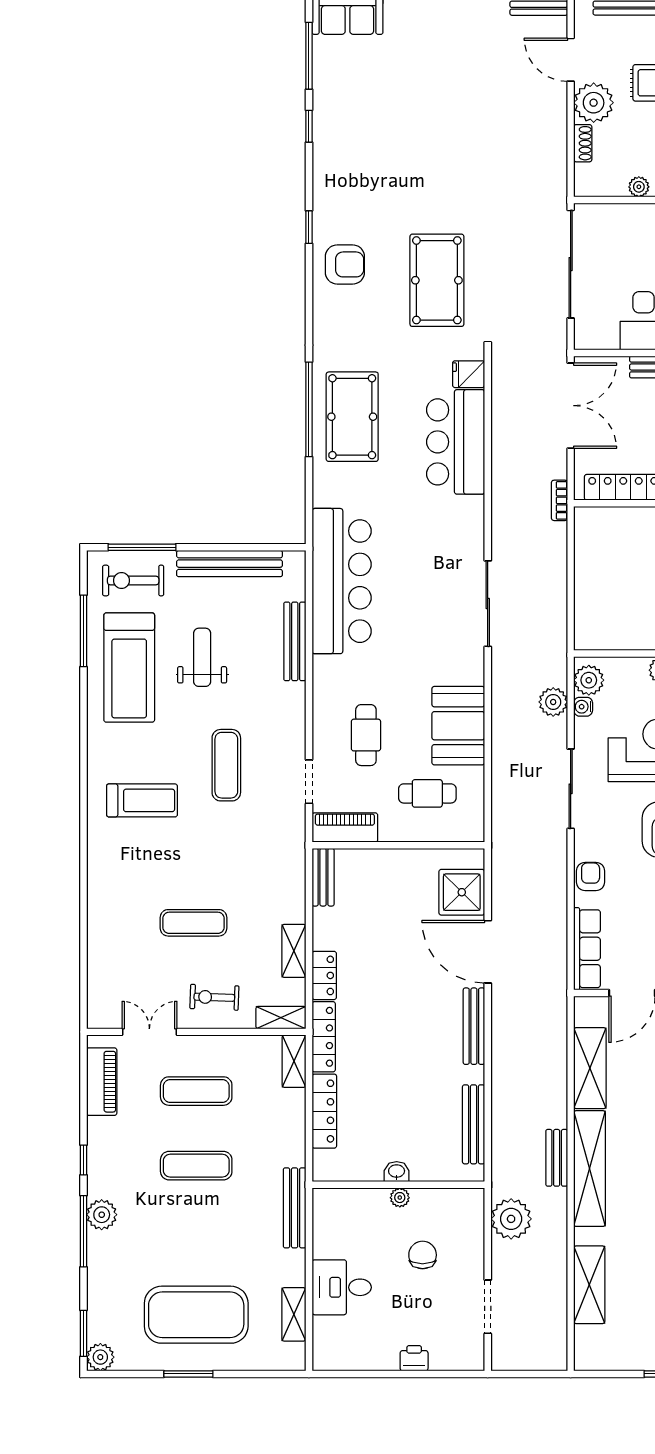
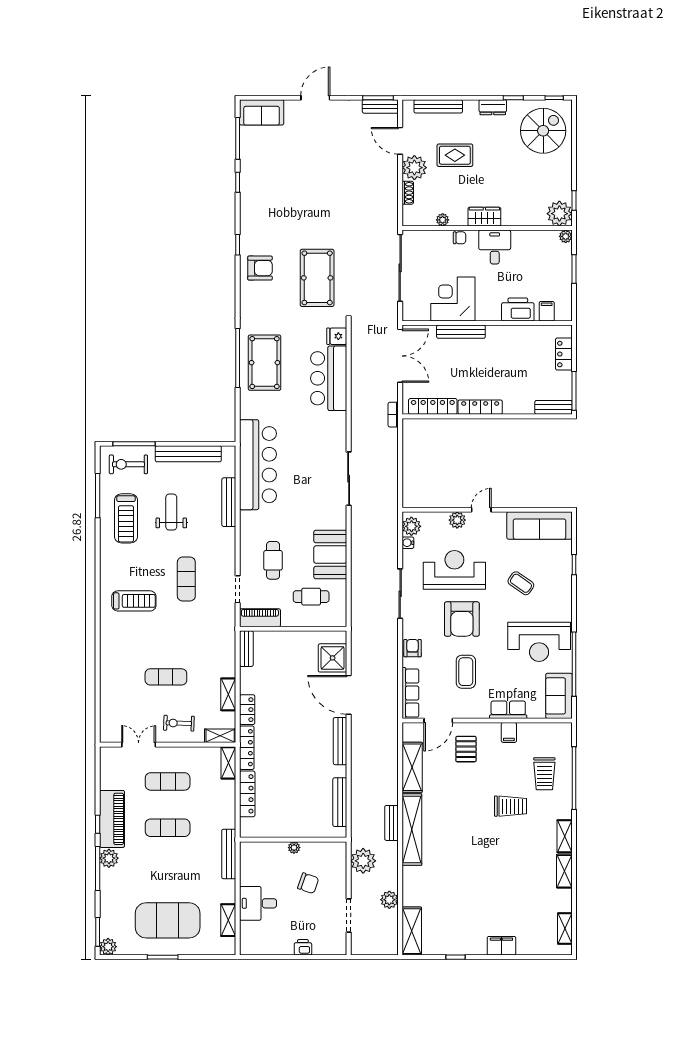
treadmill: (129, 668) -> (126, 518), width x0.73, depth x0.73
plant: (553, 702) -> (389, 900), moved
piano: (102, 1082) -> (112, 819), moved, width x1.37, depth x1.33
washbasin: (397, 1172) -> (292, 831), removed
chair: (423, 1255) -> (308, 883), turned 109
shelving: (589, 1285) -> (412, 931), moved

